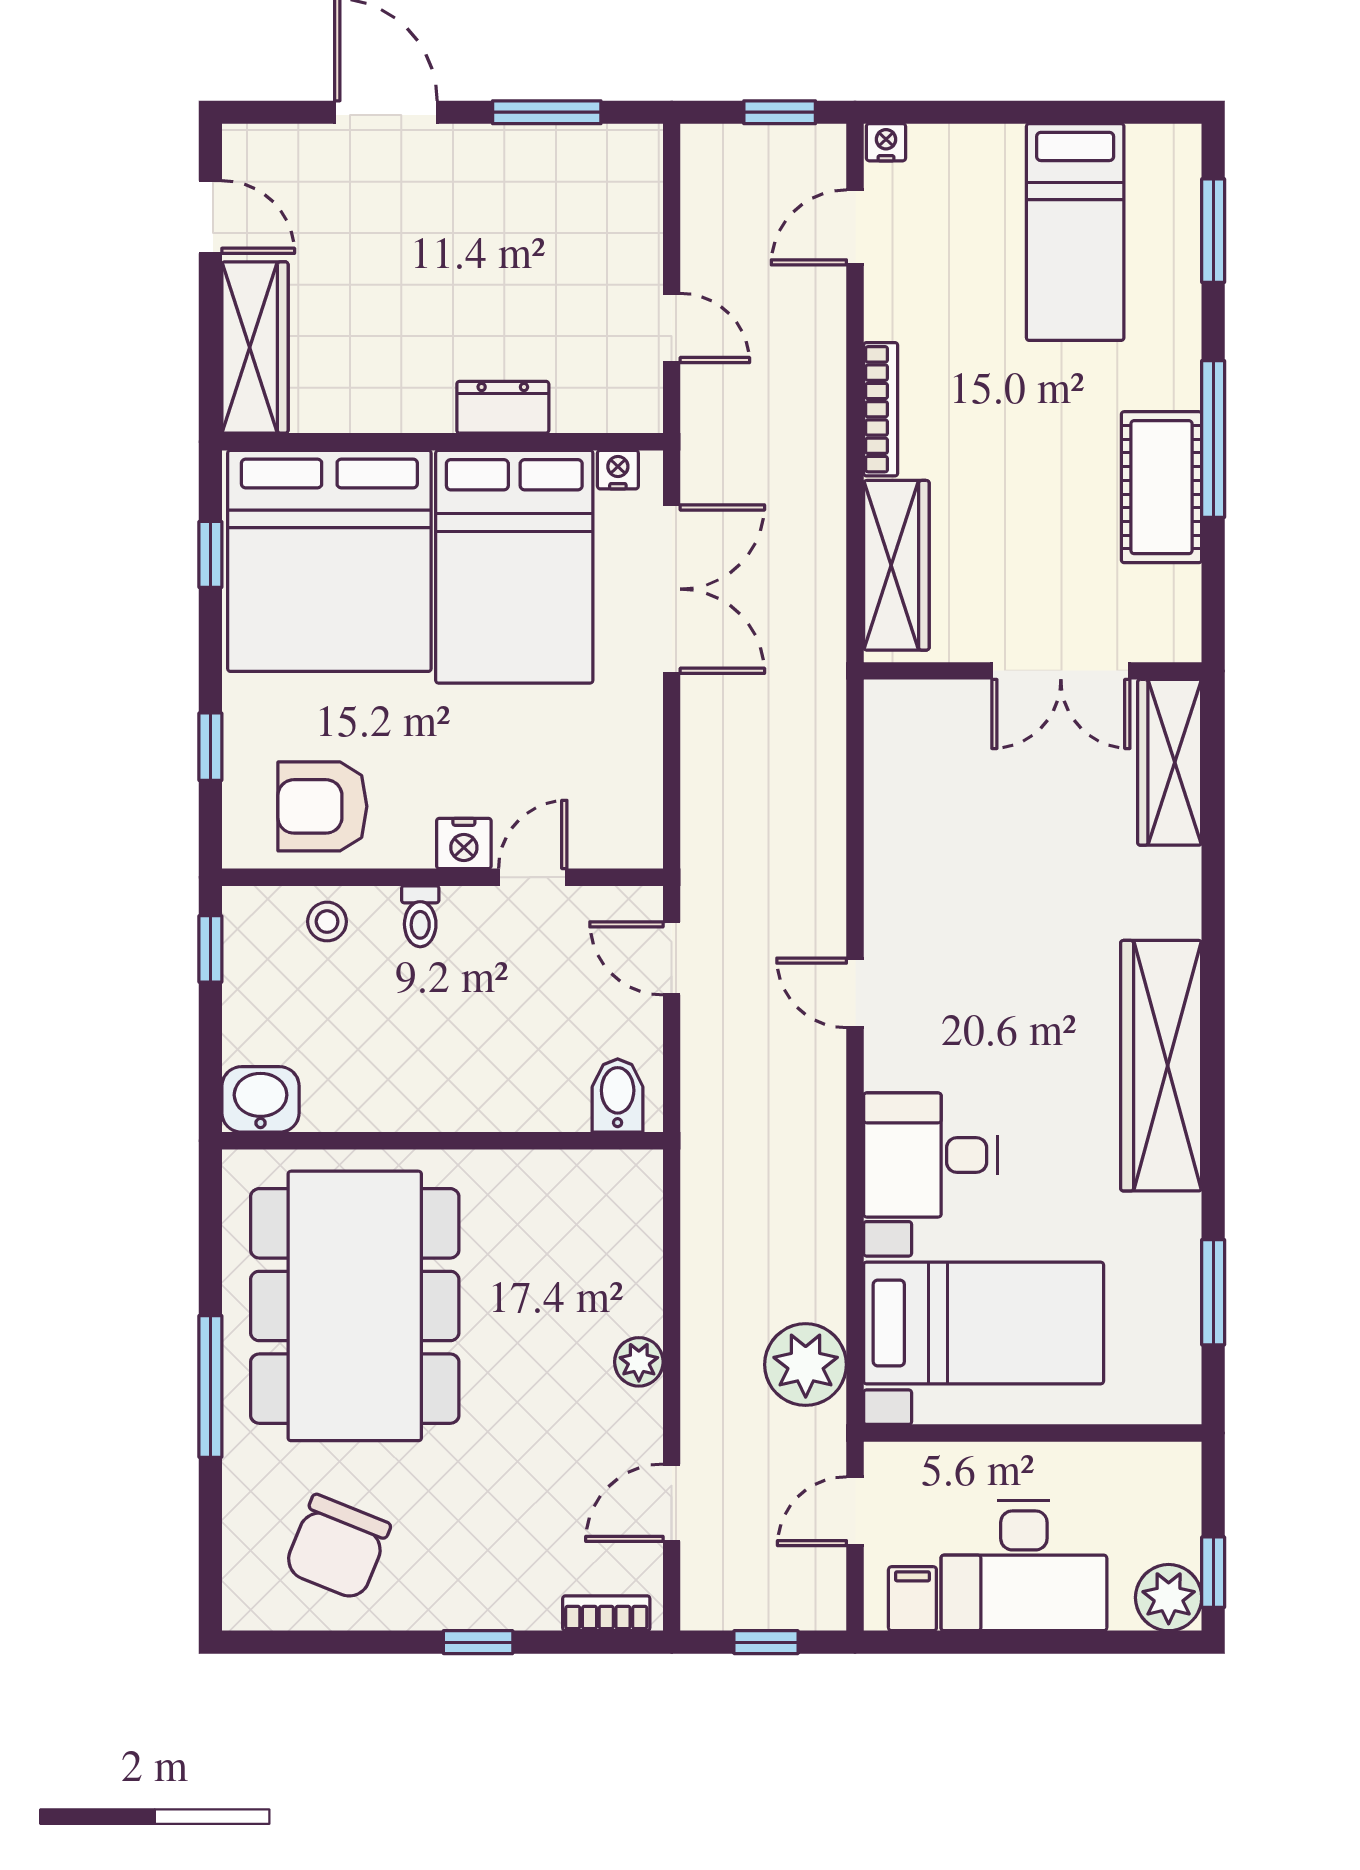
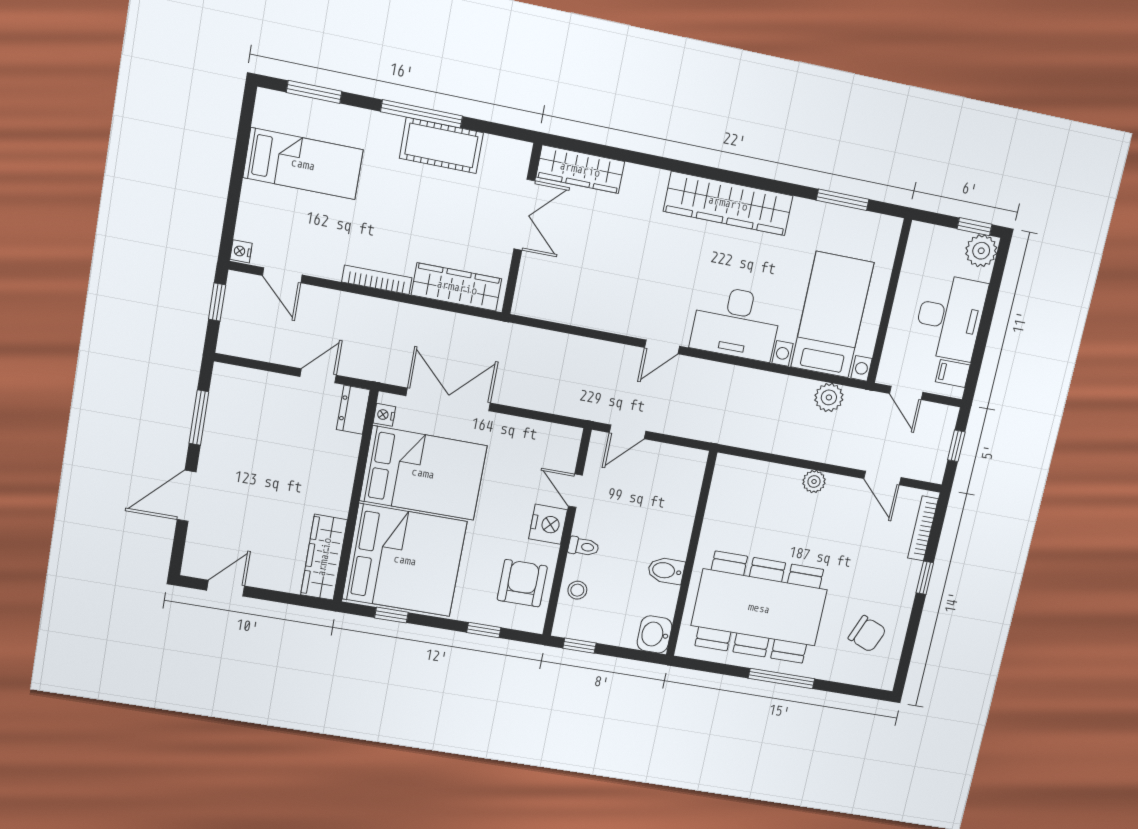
wardrobe: (255, 347) -> (324, 557), moved, turned -90
dresser: (503, 407) -> (353, 410), moved
armchair: (322, 806) -> (522, 583), turned 180
nightstand: (464, 843) -> (548, 524), width x1.36, depth x1.33
bidet: (618, 1095) -> (666, 571), moved
desk: (930, 1155) -> (736, 323), width x1.37
plant: (806, 1365) -> (829, 397), width x0.73, depth x0.73
chair: (337, 1547) -> (867, 634), width x0.73, depth x0.73
bookcase: (606, 1613) -> (923, 528), width x1.56

